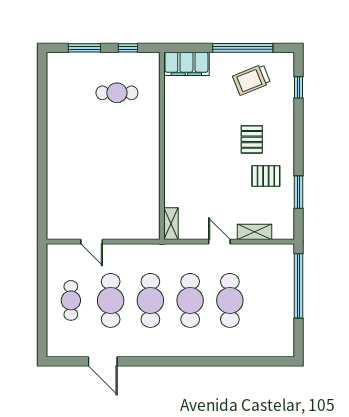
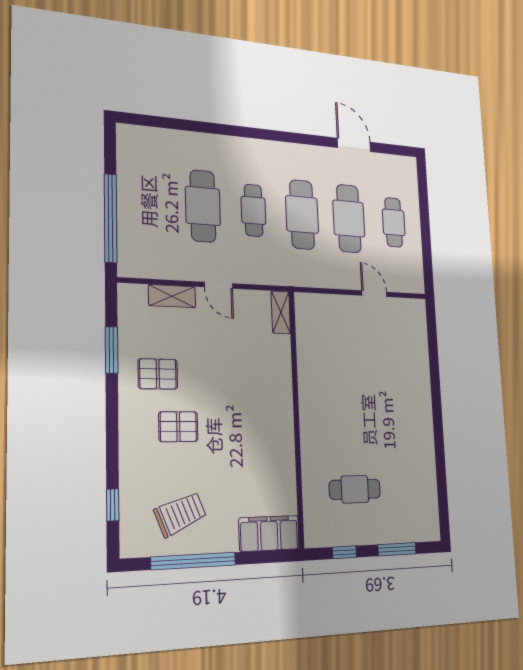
pallet: (252, 139) -> (178, 427), turned 90
cafe table: (190, 300) -> (253, 210), width x0.73, depth x0.74

